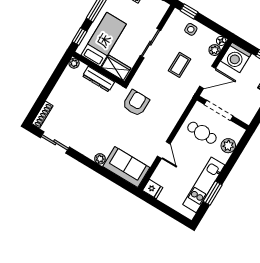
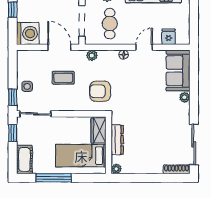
window: (80, 36) -> (91, 178), removed
floor lamp: (221, 41) -> (124, 55), moved
sliding door: (150, 43) -> (35, 114), moved
plant: (215, 50) -> (92, 55), moved
armchair: (136, 103) -> (100, 91), moved
sliding door: (55, 142) -> (194, 144), width x1.37
fridge: (153, 189) -> (169, 37), moved

